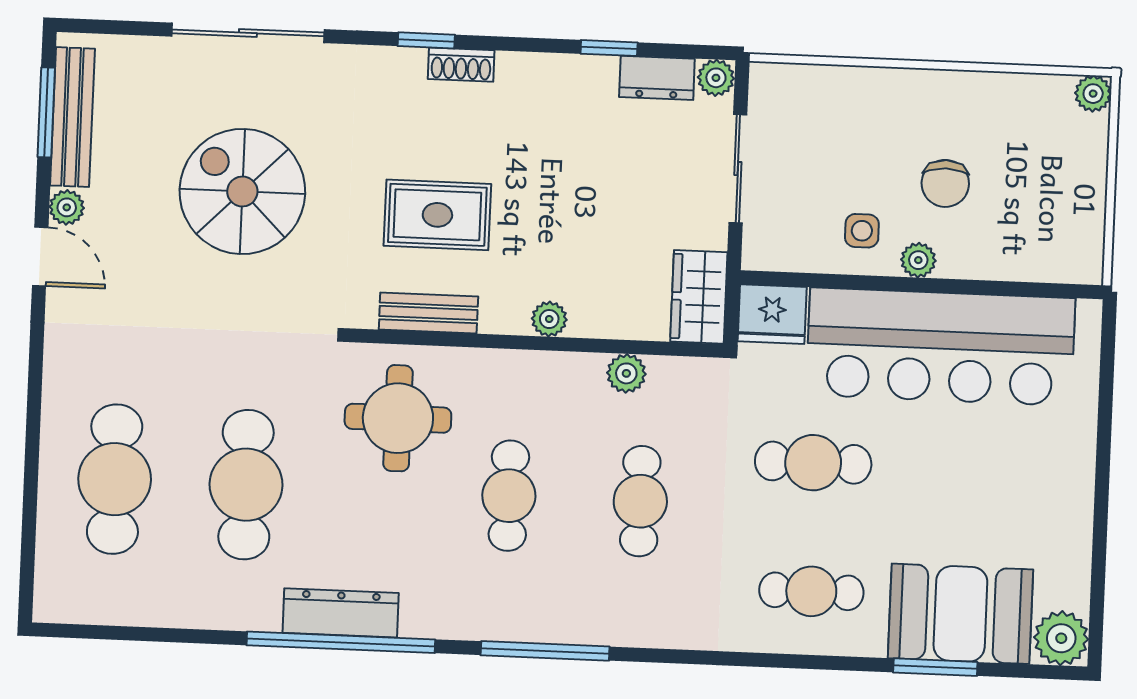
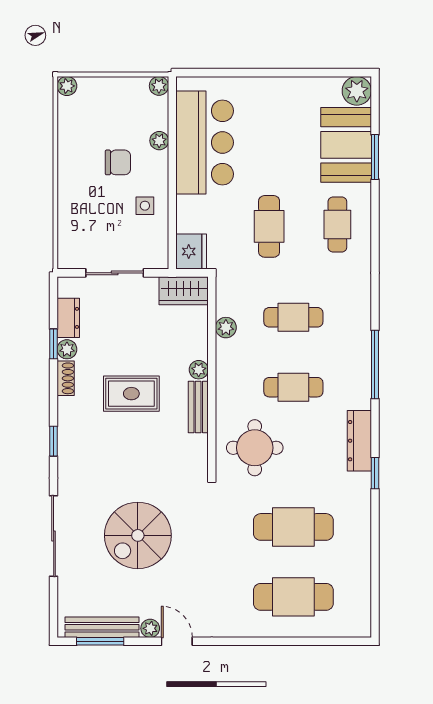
shoe rack: (461, 65) -> (66, 378), moved
plant: (716, 78) -> (67, 349), moved
rug: (437, 215) -> (131, 394), moved, turned 90
door: (40, 256) -> (177, 641), hinge flipped
plant: (918, 260) -> (159, 141), moved
plant: (1086, 267) -> (159, 86), added
bench: (428, 313) -> (198, 407), moved
bar counter: (941, 347) -> (205, 142), width x0.73
dresser: (341, 613) -> (359, 441), moved
window: (341, 642) -> (375, 473), width x0.32

